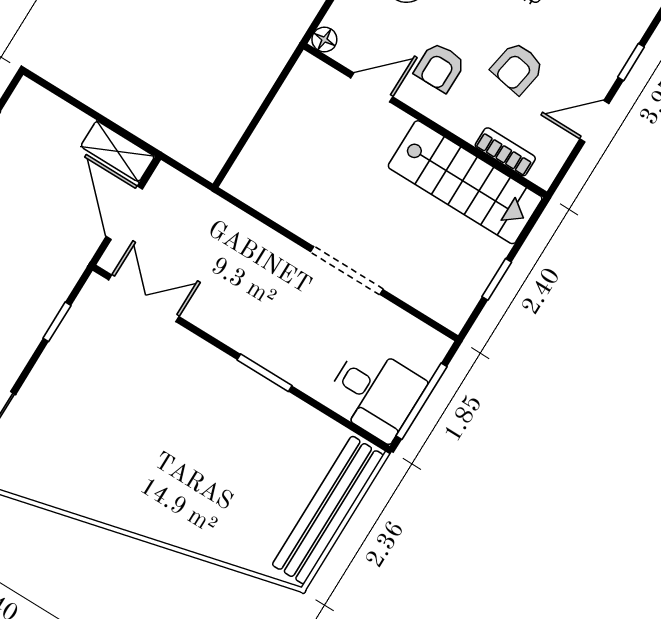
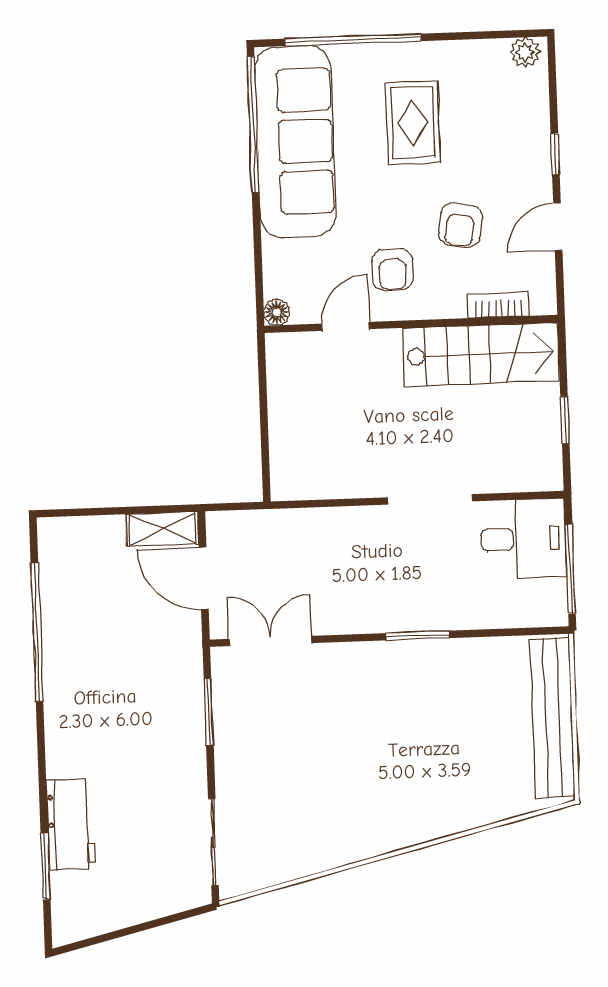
window: (57, 322) -> (209, 712), width x1.50
desk: (375, 393) -> (523, 539), moved

